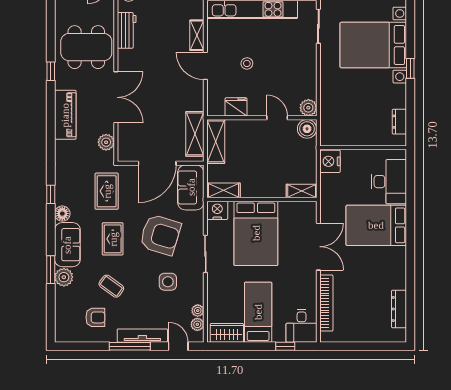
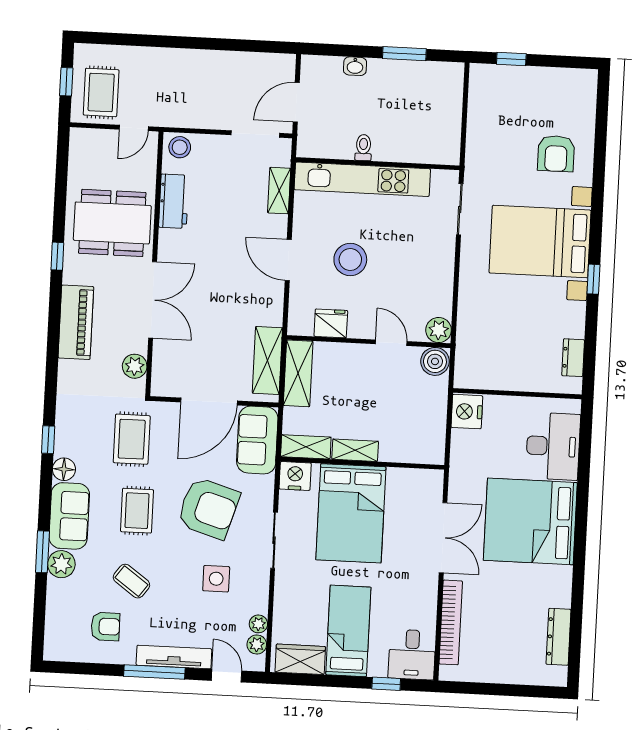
shelving: (197, 35) -> (279, 191), moved
stool: (247, 63) -> (350, 259), width x1.89, depth x1.89
shelving: (302, 191) -> (355, 450), moved
bed: (376, 225) -> (530, 521), width x1.36

